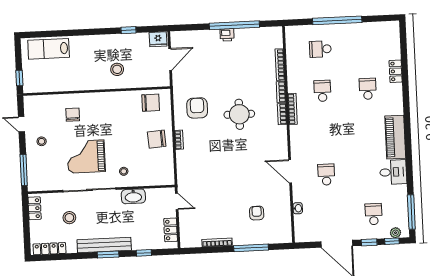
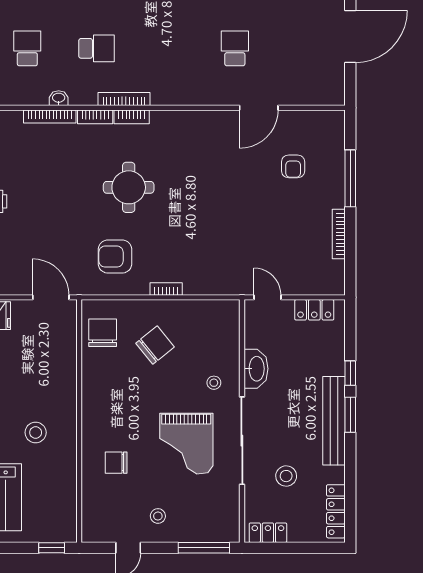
school desk: (320, 49) -> (27, 48), turned 180
door: (170, 59) -> (51, 297), moved
stool: (117, 69) -> (36, 432), moved
school desk: (322, 91) -> (96, 48), turned 180
chair: (157, 139) -> (155, 345), moved, turned -125
door: (290, 171) -> (259, 108), moved
school desk: (326, 174) -> (235, 48), turned 90
door: (177, 201) -> (267, 297), hinge flipped
washbasin: (298, 208) -> (59, 98), moved
armchair: (257, 213) -> (293, 166), turned -90
window: (144, 253) -> (350, 373), moved

